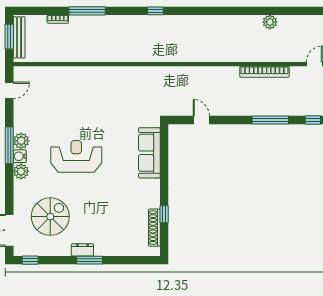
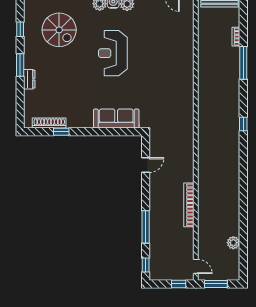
plant: (270, 22) -> (233, 243), moved
bookcase: (264, 72) -> (189, 205), moved
reception desk: (76, 156) -> (113, 53), turned 180
dresser: (82, 250) -> (29, 79), moved
window: (30, 260) -> (20, 29), moved

